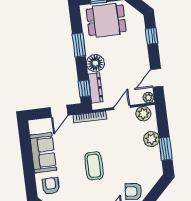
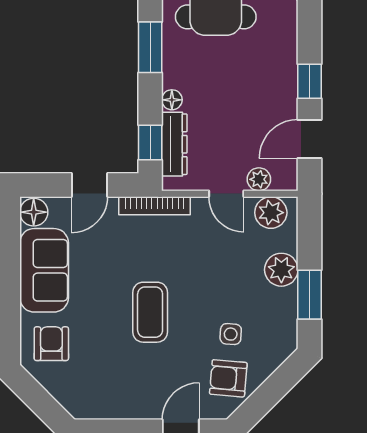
window: (152, 36) -> (310, 81), moved
floor lamp: (95, 63) -> (172, 100), width x0.53, depth x0.53
plant: (149, 97) -> (259, 179), moved
door: (122, 107) -> (226, 194), swing flipped
floor lamp: (35, 127) -> (34, 212), added
side table: (132, 171) -> (231, 334), added

